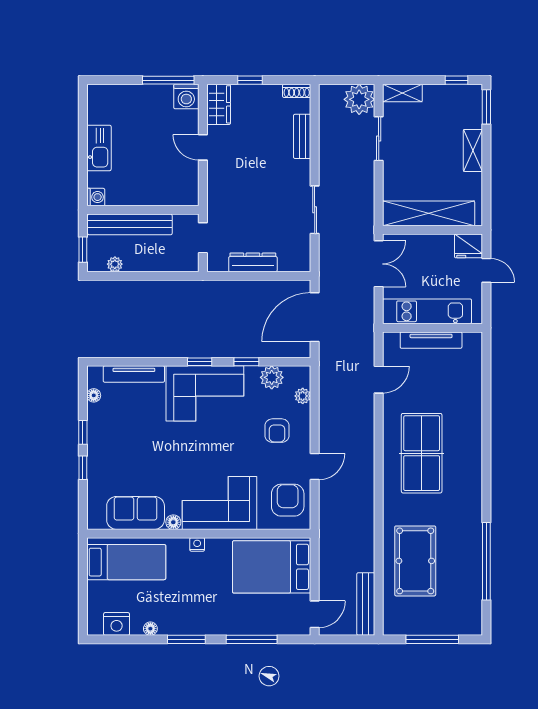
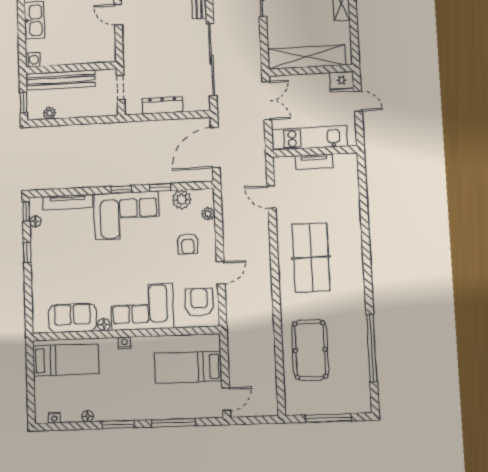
sliding door: (315, 210) -> (212, 60), width x1.86
tv unit: (431, 340) -> (314, 162), width x0.71
door: (379, 380) -> (271, 197), swing flipped
window: (83, 468) -> (26, 211), moved
bed: (272, 567) -> (188, 367), width x0.67
bench: (366, 604) -> (269, 389), removed
nightstand: (117, 624) -> (54, 418), width x0.53, depth x0.56

